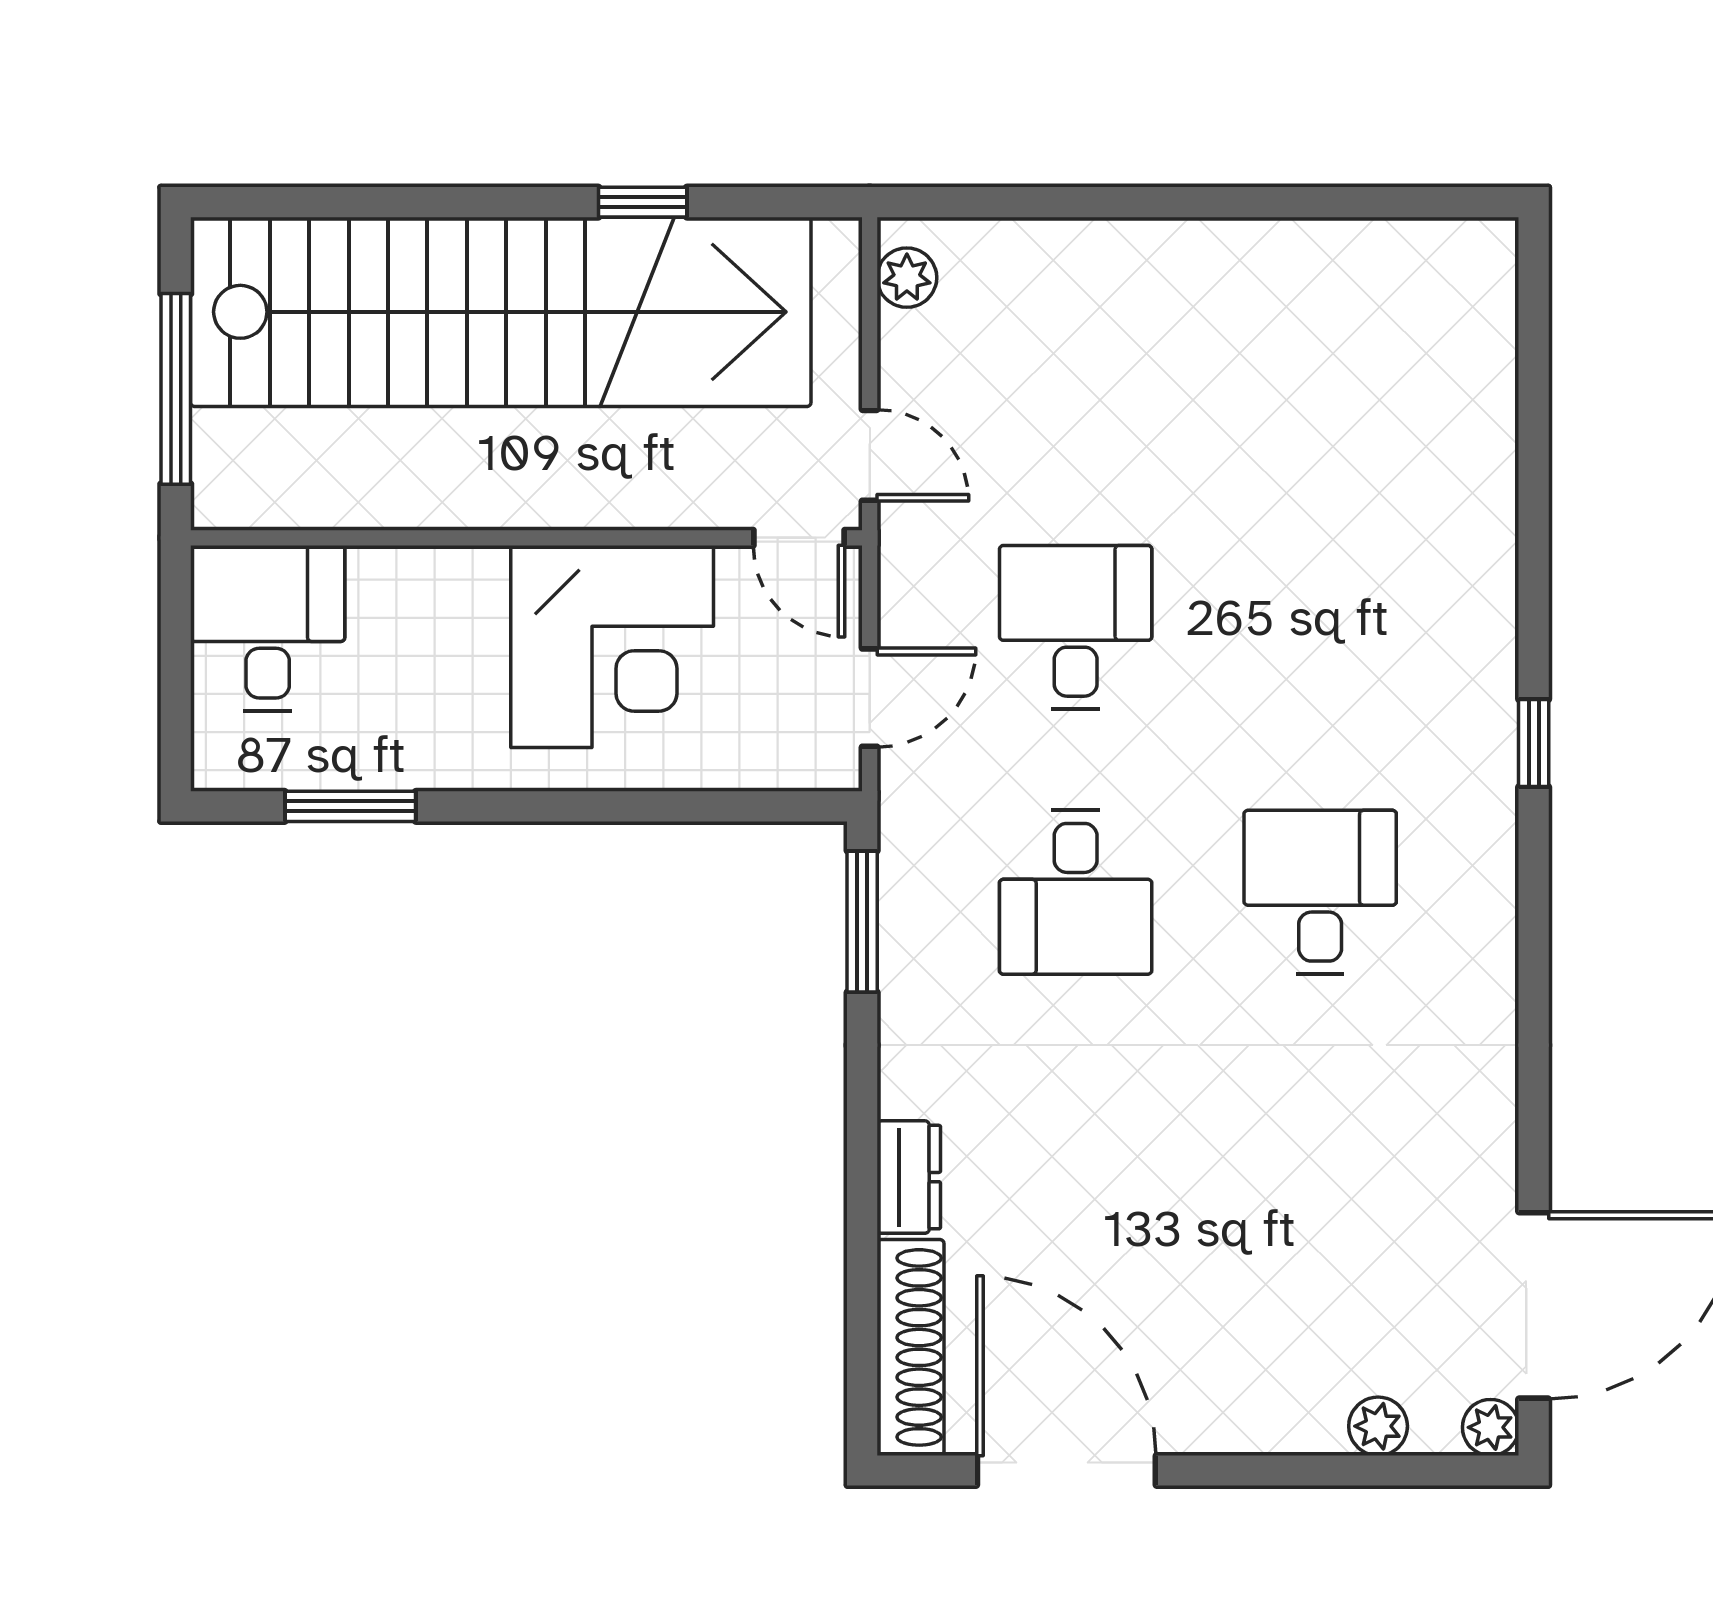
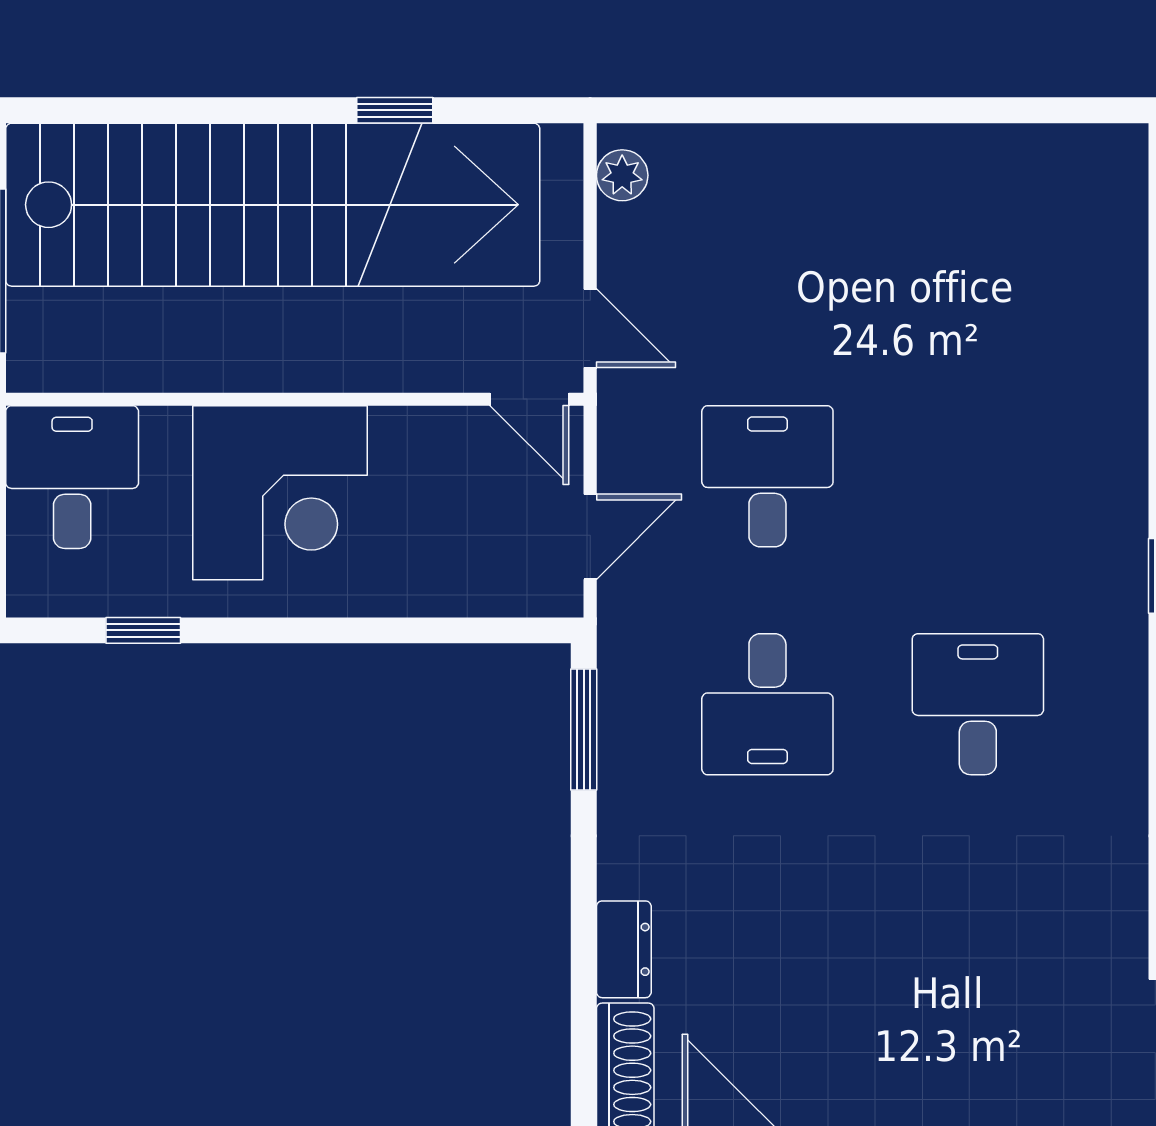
corner desk: (612, 647) -> (280, 493), moved
window: (350, 806) -> (143, 630), width x0.67

